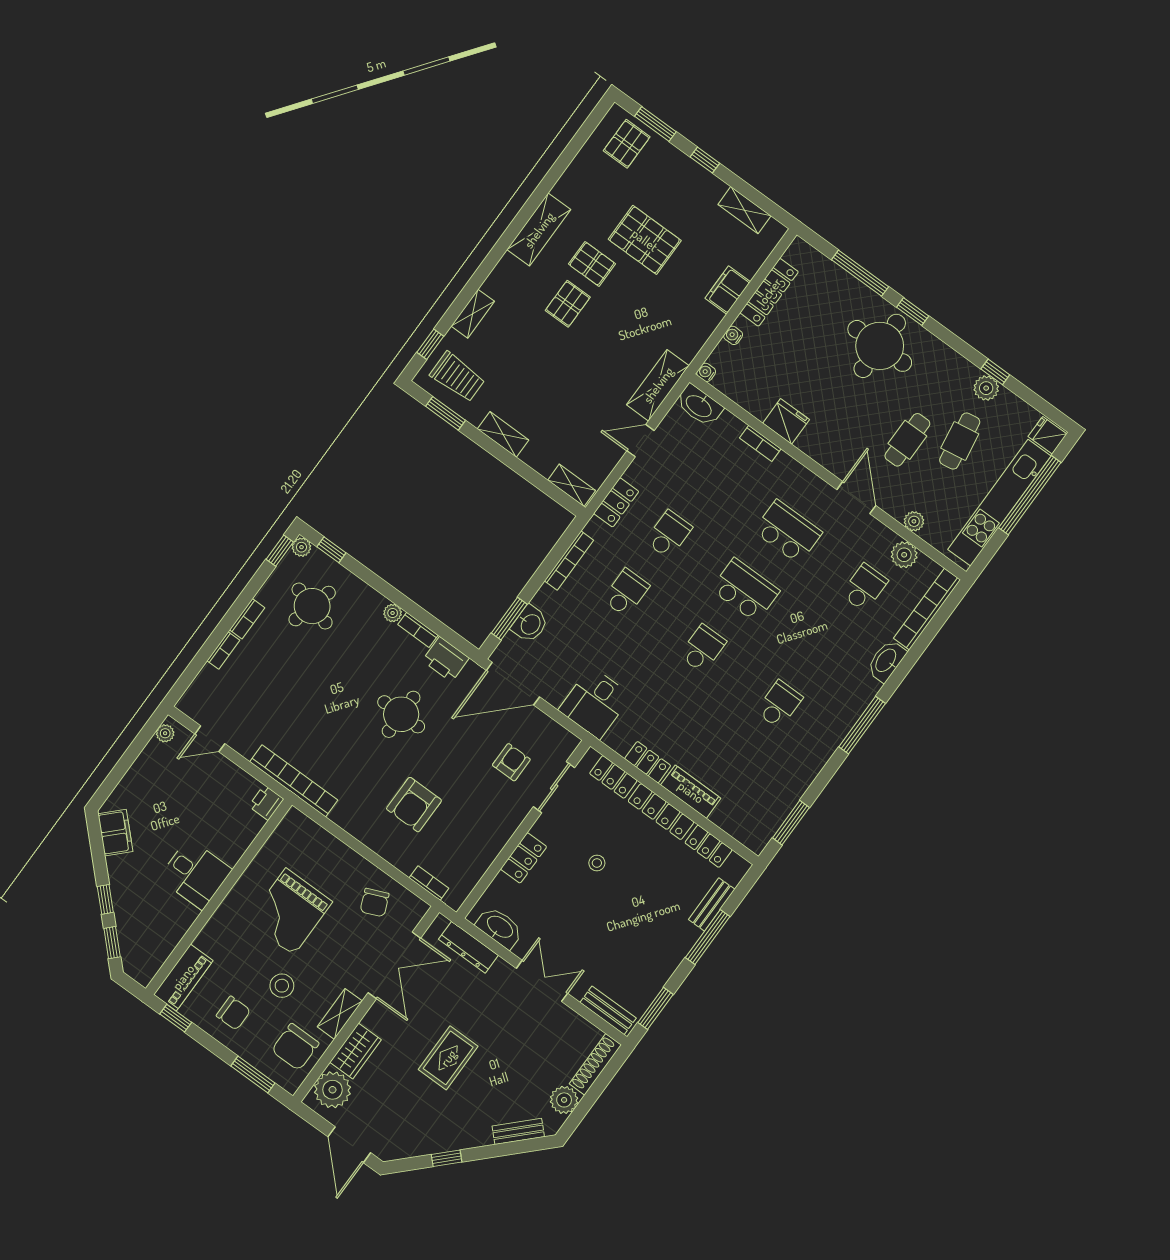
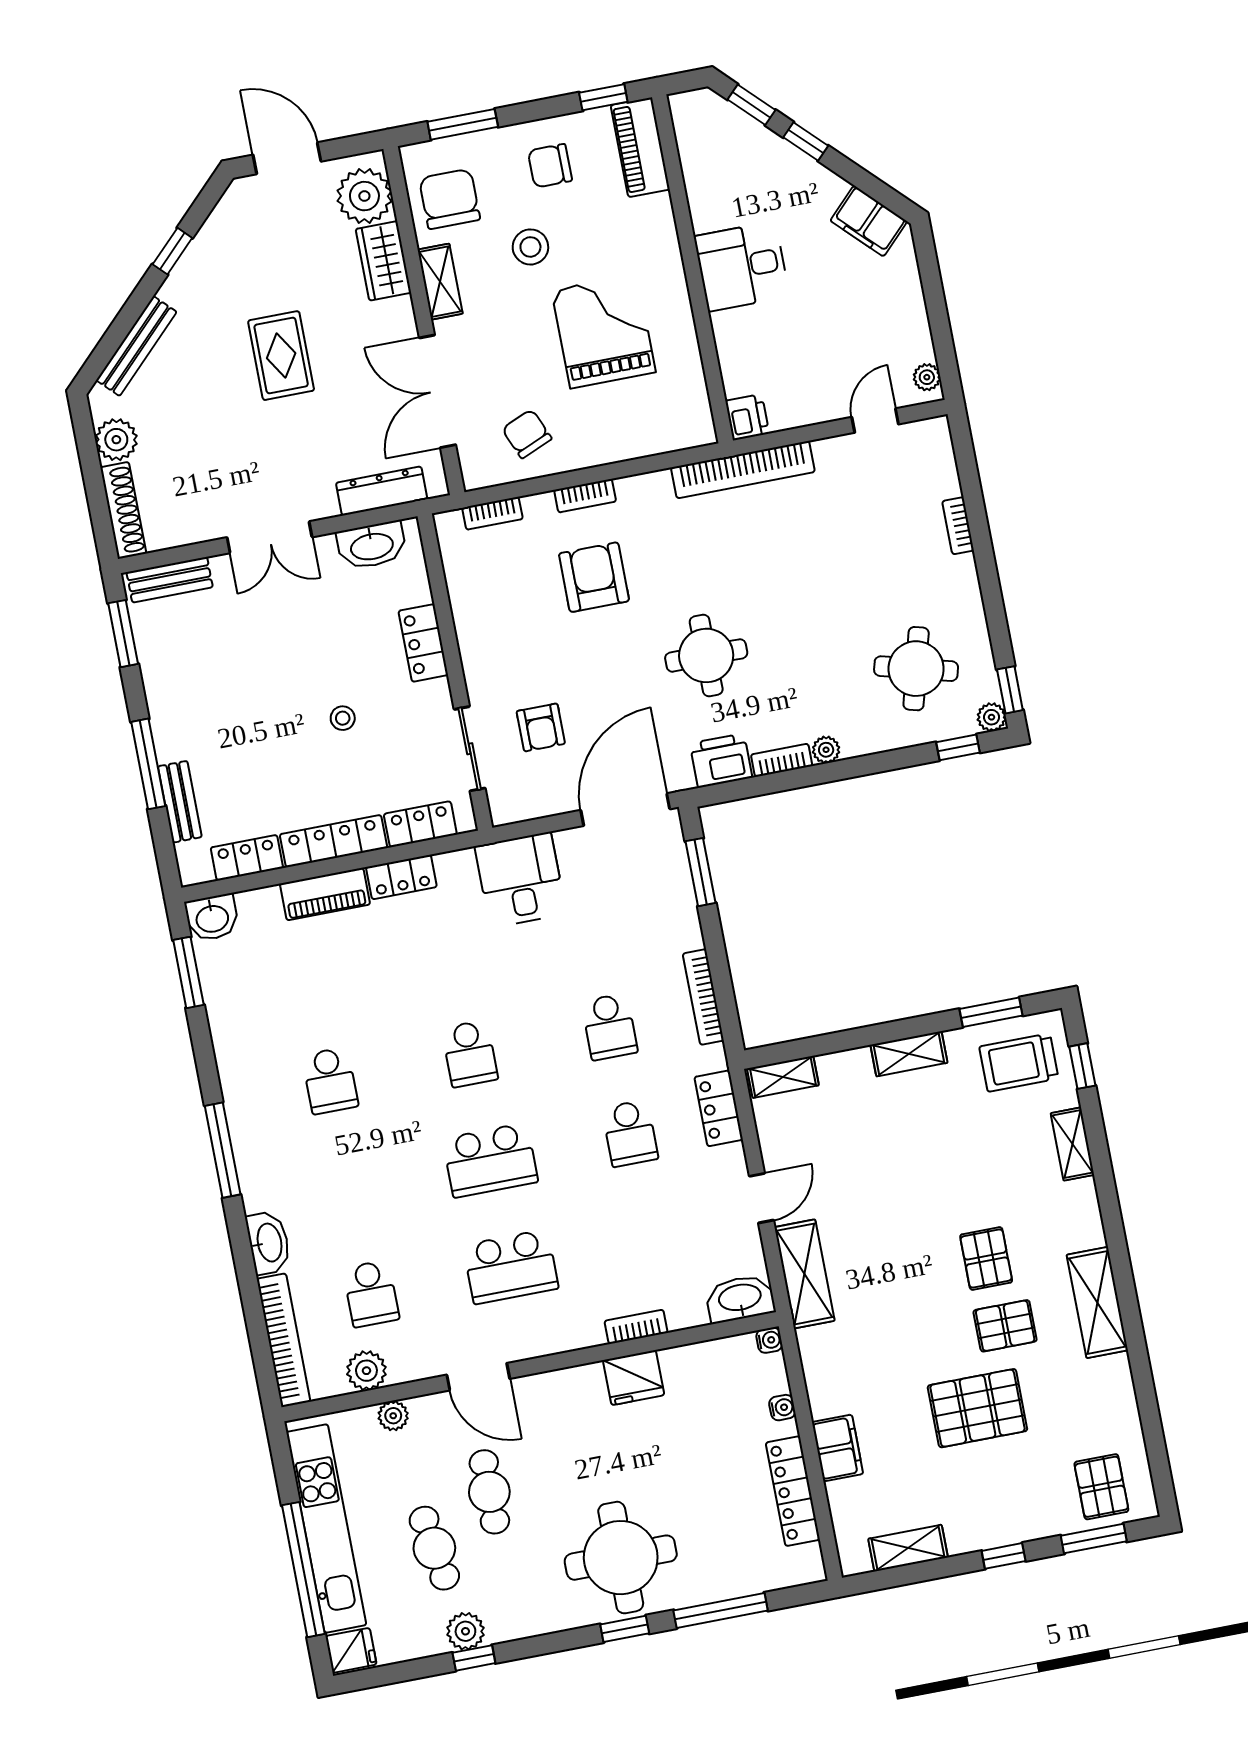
bookcase: (247, 619) -> (585, 496), moved, turned -90
washbasin: (530, 624) -> (212, 918), moved, turned -90
bench: (518, 1131) -> (136, 346), width x1.36

